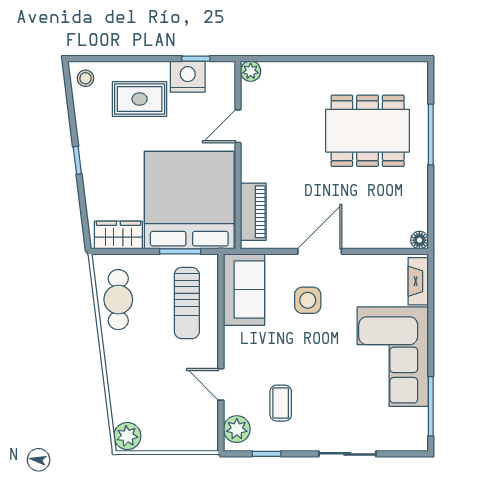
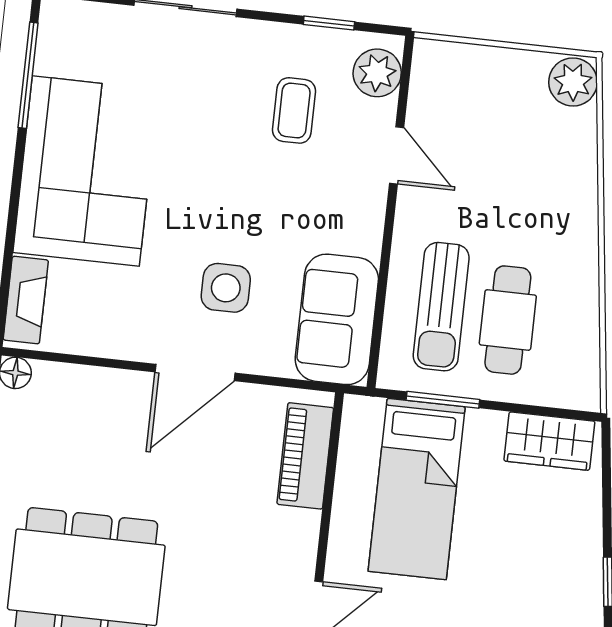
bed: (189, 200) -> (417, 489), width x0.49
cafe table: (118, 300) -> (508, 320), moved
sun lounger: (187, 303) -> (441, 307), turned 180

